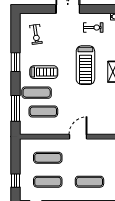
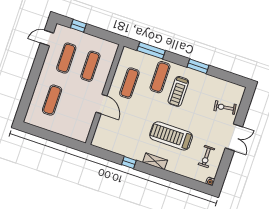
exercise bike: (36, 34) -> (225, 107), moved
exercise mat: (43, 111) -> (129, 83), moved

